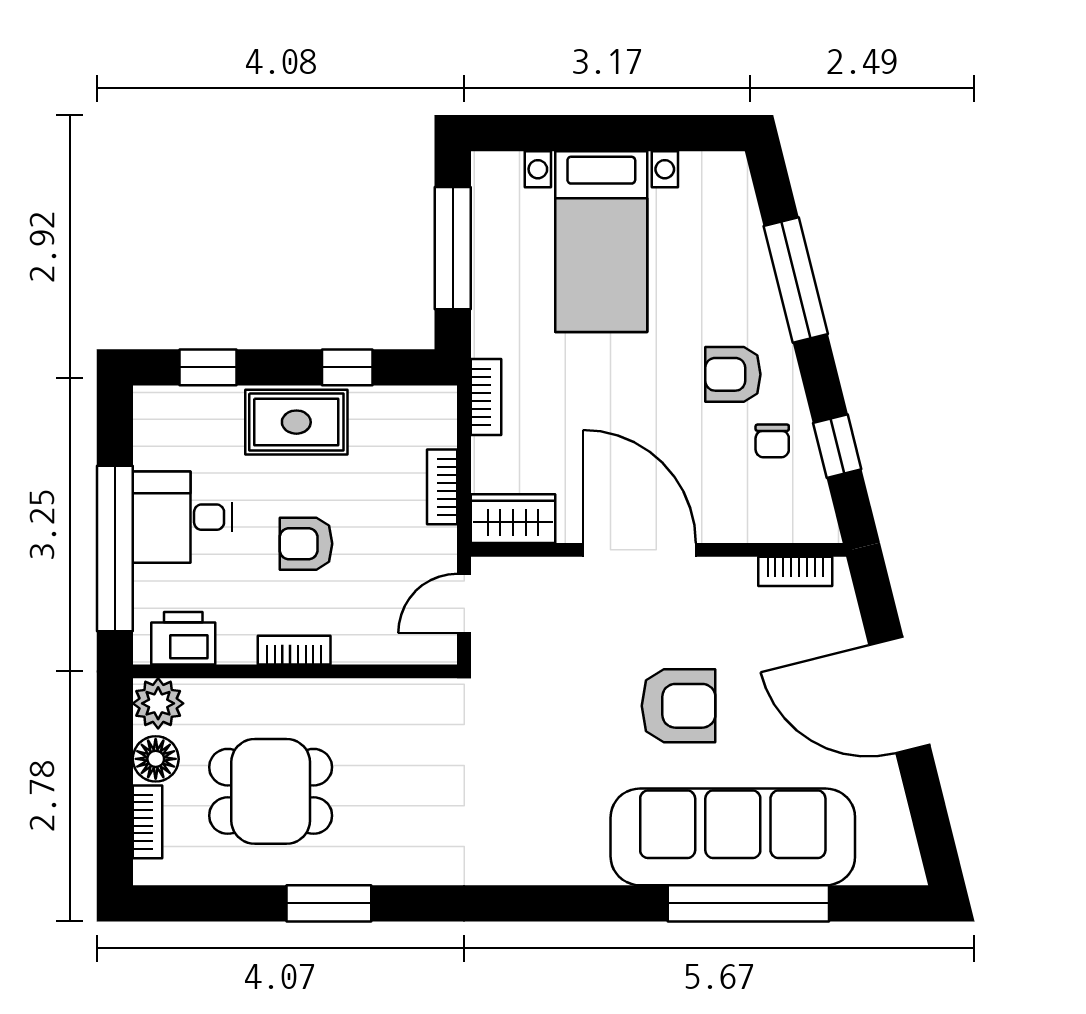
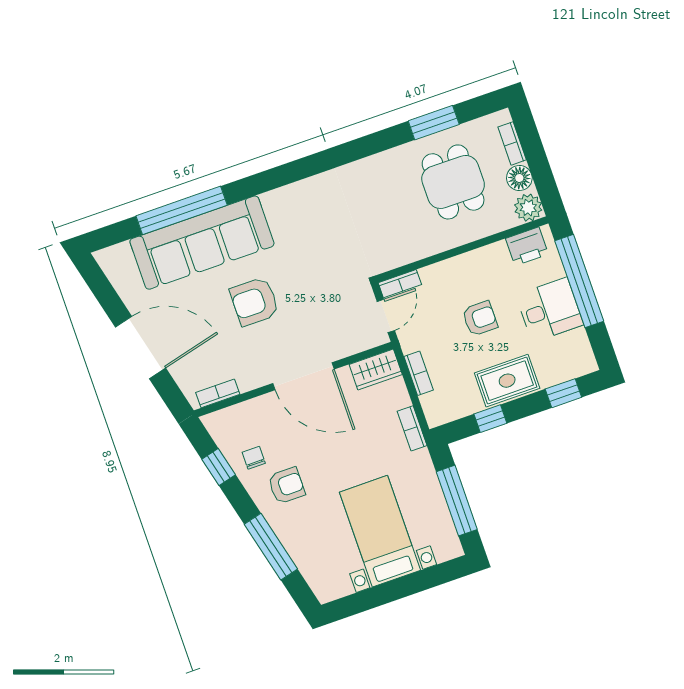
bookcase: (294, 650) -> (400, 284), moved
dining table: (271, 791) -> (453, 182), turned 90
window: (329, 903) -> (434, 123), moved

